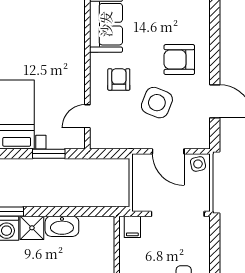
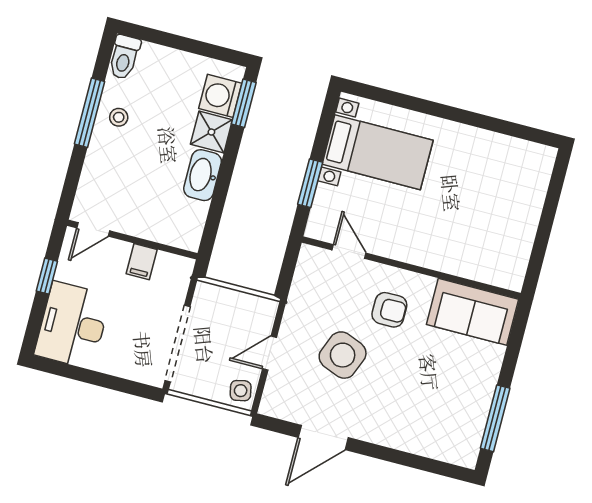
armchair: (179, 60) -> (395, 403), removed
door: (168, 151) -> (269, 353), width x0.73
filing cabinet: (132, 227) -> (142, 262), moved, turned -90

